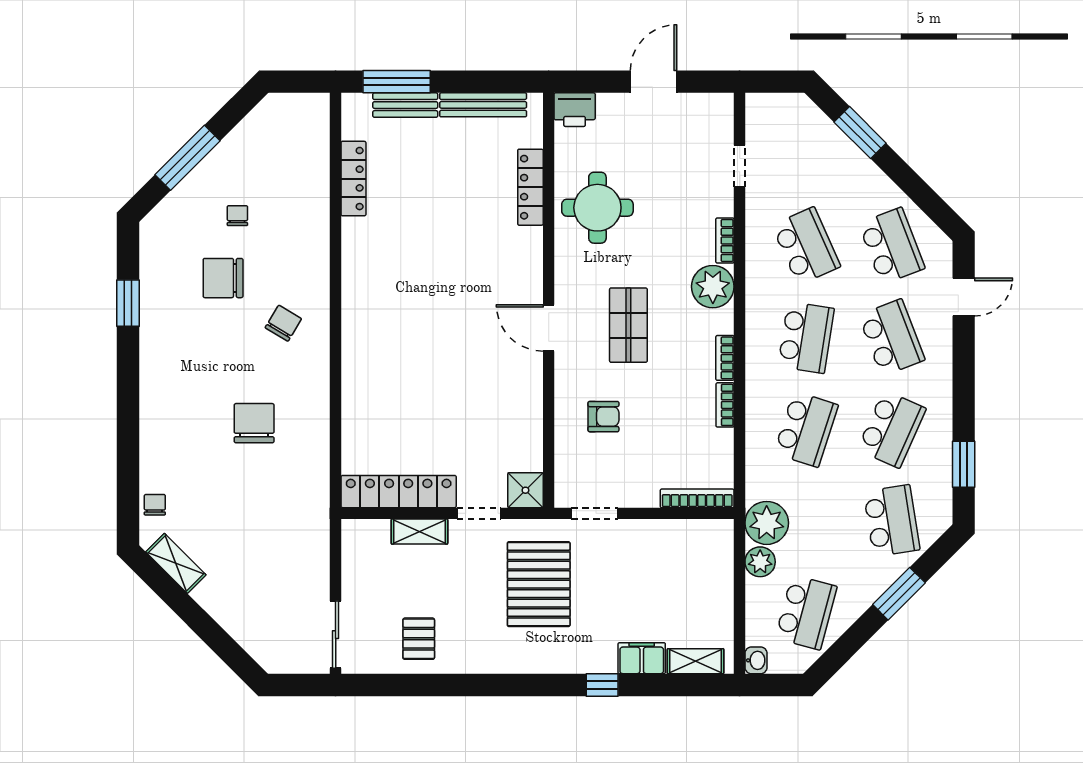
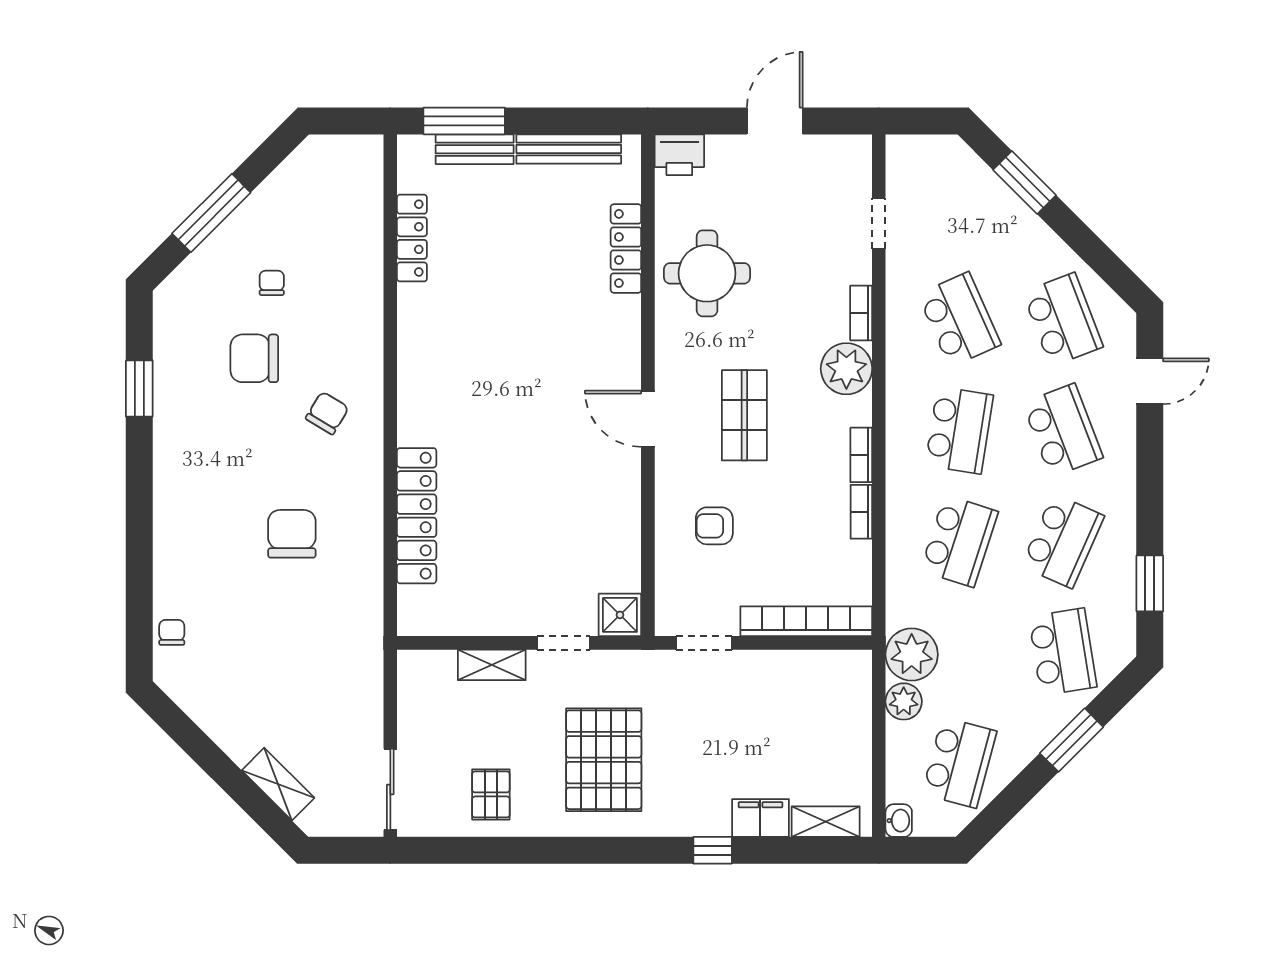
armchair: (603, 417) -> (714, 526), turned 180
locker: (399, 492) -> (417, 516), moved, turned 90
bookcase: (697, 498) -> (806, 621), width x1.48, depth x1.31
shelving: (176, 563) -> (278, 784), moved
pallet: (539, 584) -> (604, 760), moved

